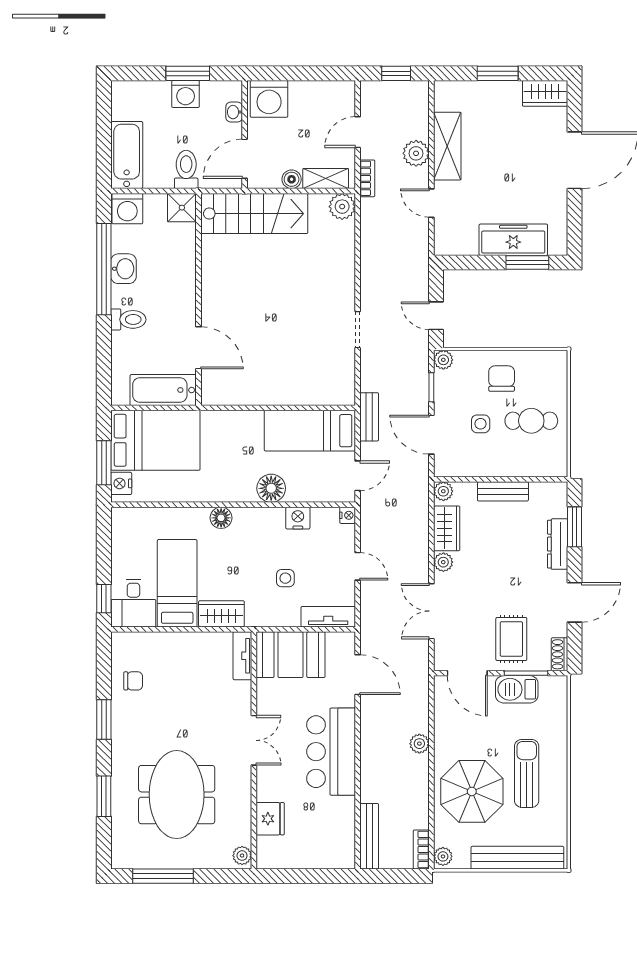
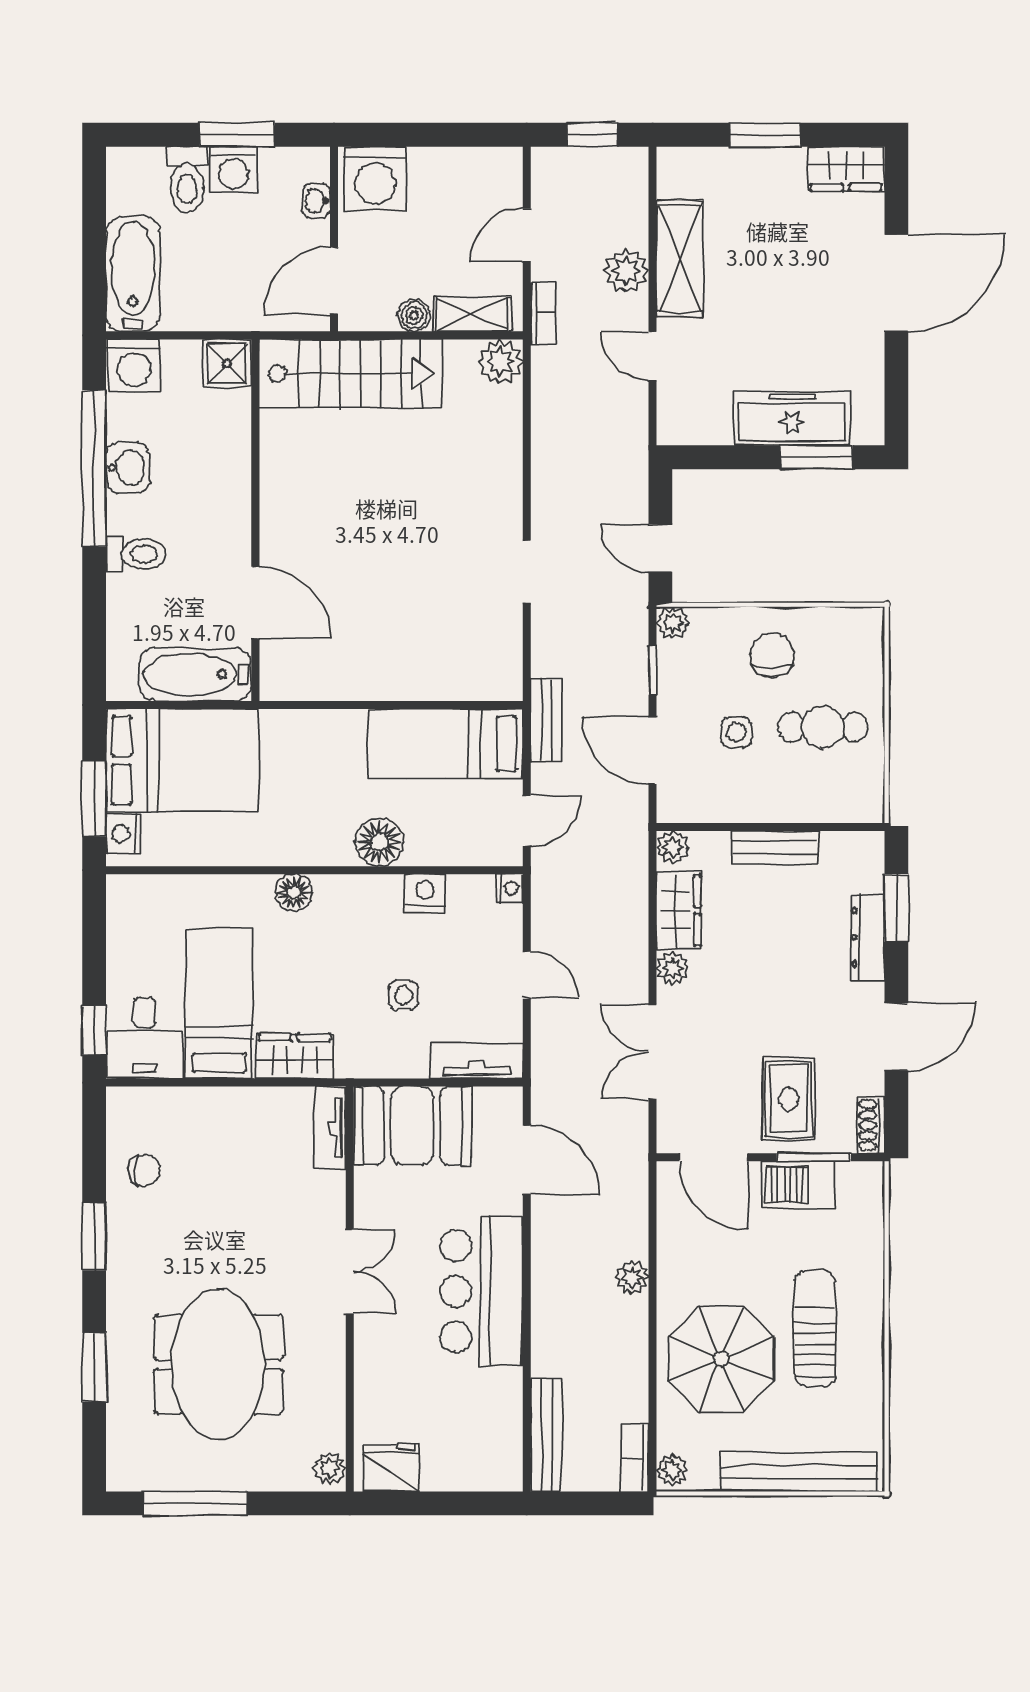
toilet: (186, 169) -> (187, 179), moved, turned 180
fridge: (270, 819) -> (391, 1468), moved, turned -90

